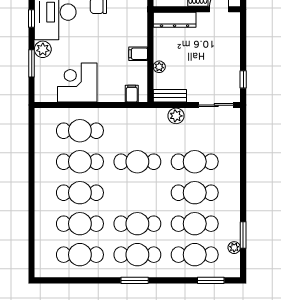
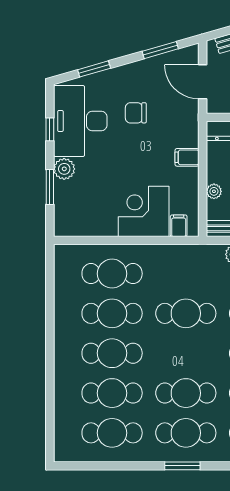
filing cabinet: (138, 54) -> (187, 157), moved
corner desk: (77, 82) -> (144, 211), moved

